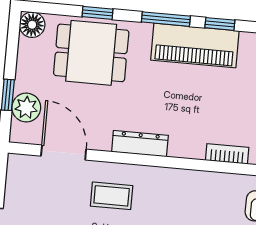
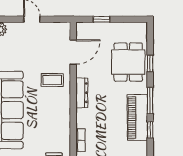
floor lamp: (32, 25) -> (140, 29), removed
plant: (26, 108) -> (96, 30), removed
coffee table: (112, 196) -> (52, 80), turned 90

